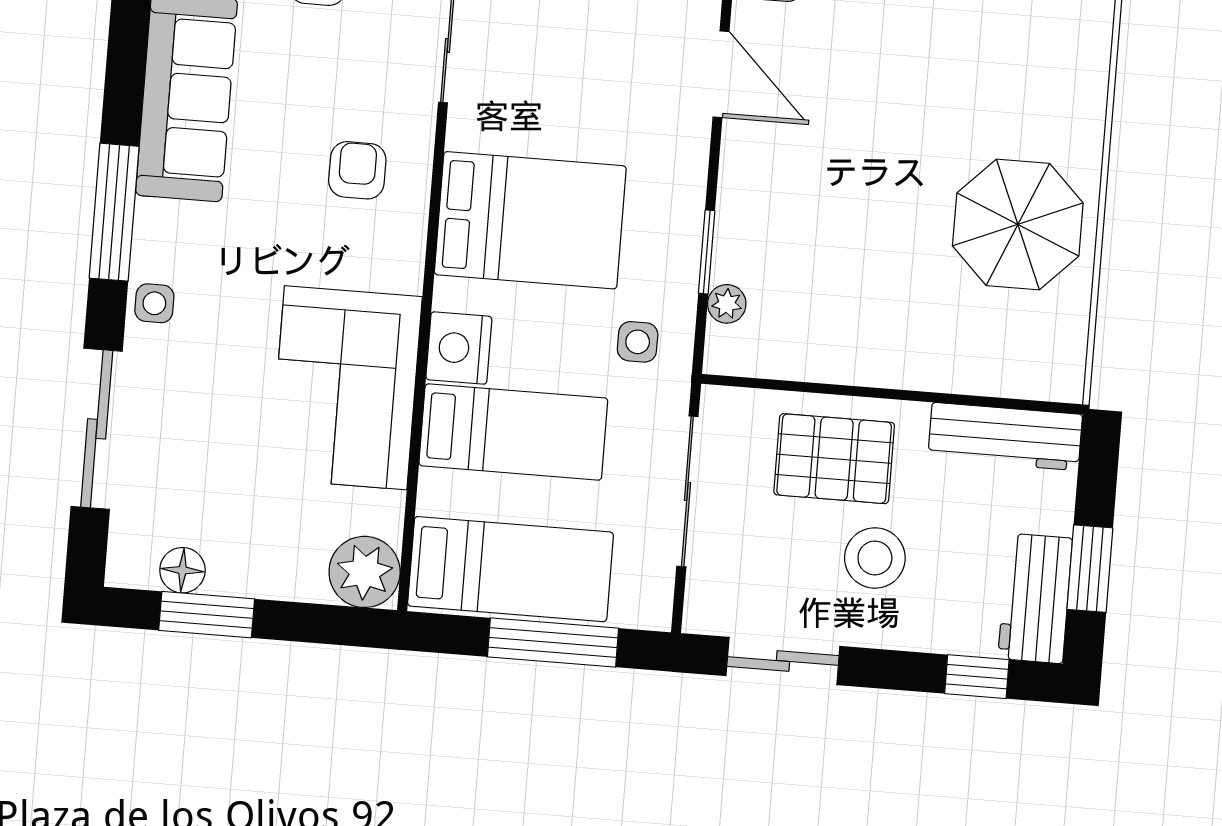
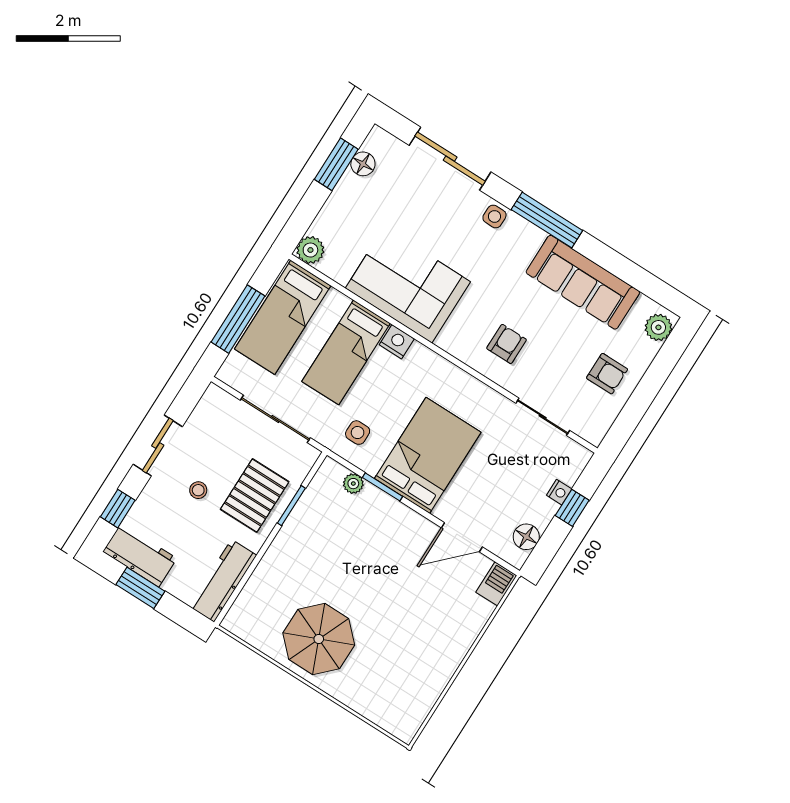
armchair: (357, 170) -> (507, 344), turned -90
bed: (530, 220) -> (428, 455), moved, turned 180
nightstand: (459, 348) -> (397, 342), width x0.74, depth x0.75
window: (819, 388) -> (291, 506), added
stool: (875, 558) -> (198, 490), width x0.53, depth x0.53
plant: (365, 572) -> (310, 250), width x0.73, depth x0.73
sliding door: (783, 661) -> (158, 446), moved

